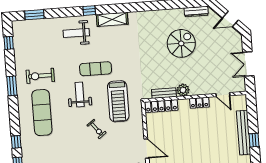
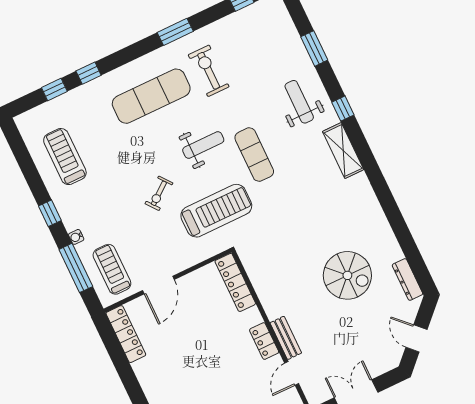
window: (34, 15) -> (314, 48), moved
plant: (183, 90) -> (274, 307), removed
bench: (164, 93) -> (286, 338), moved
treadmill: (118, 101) -> (216, 211), turned 180

